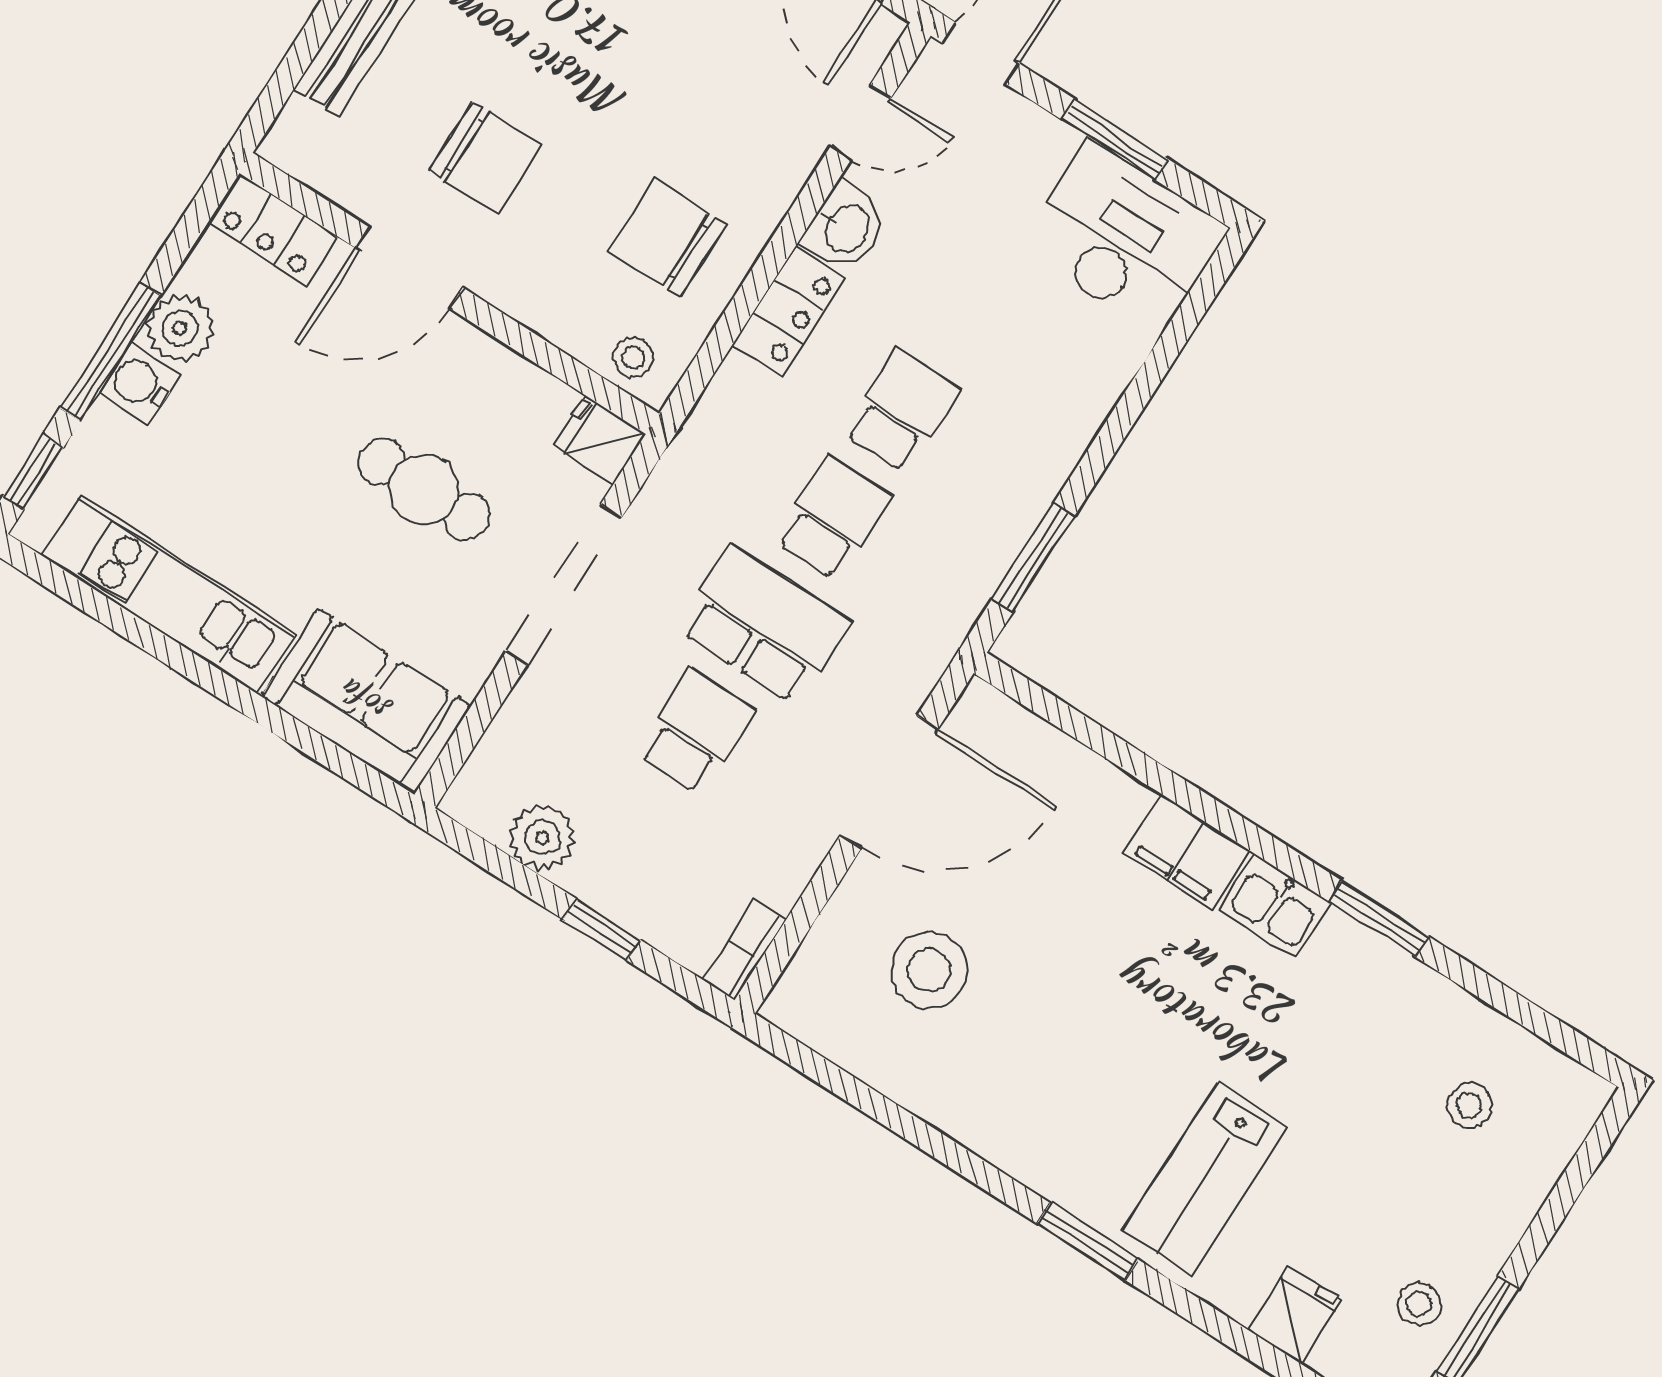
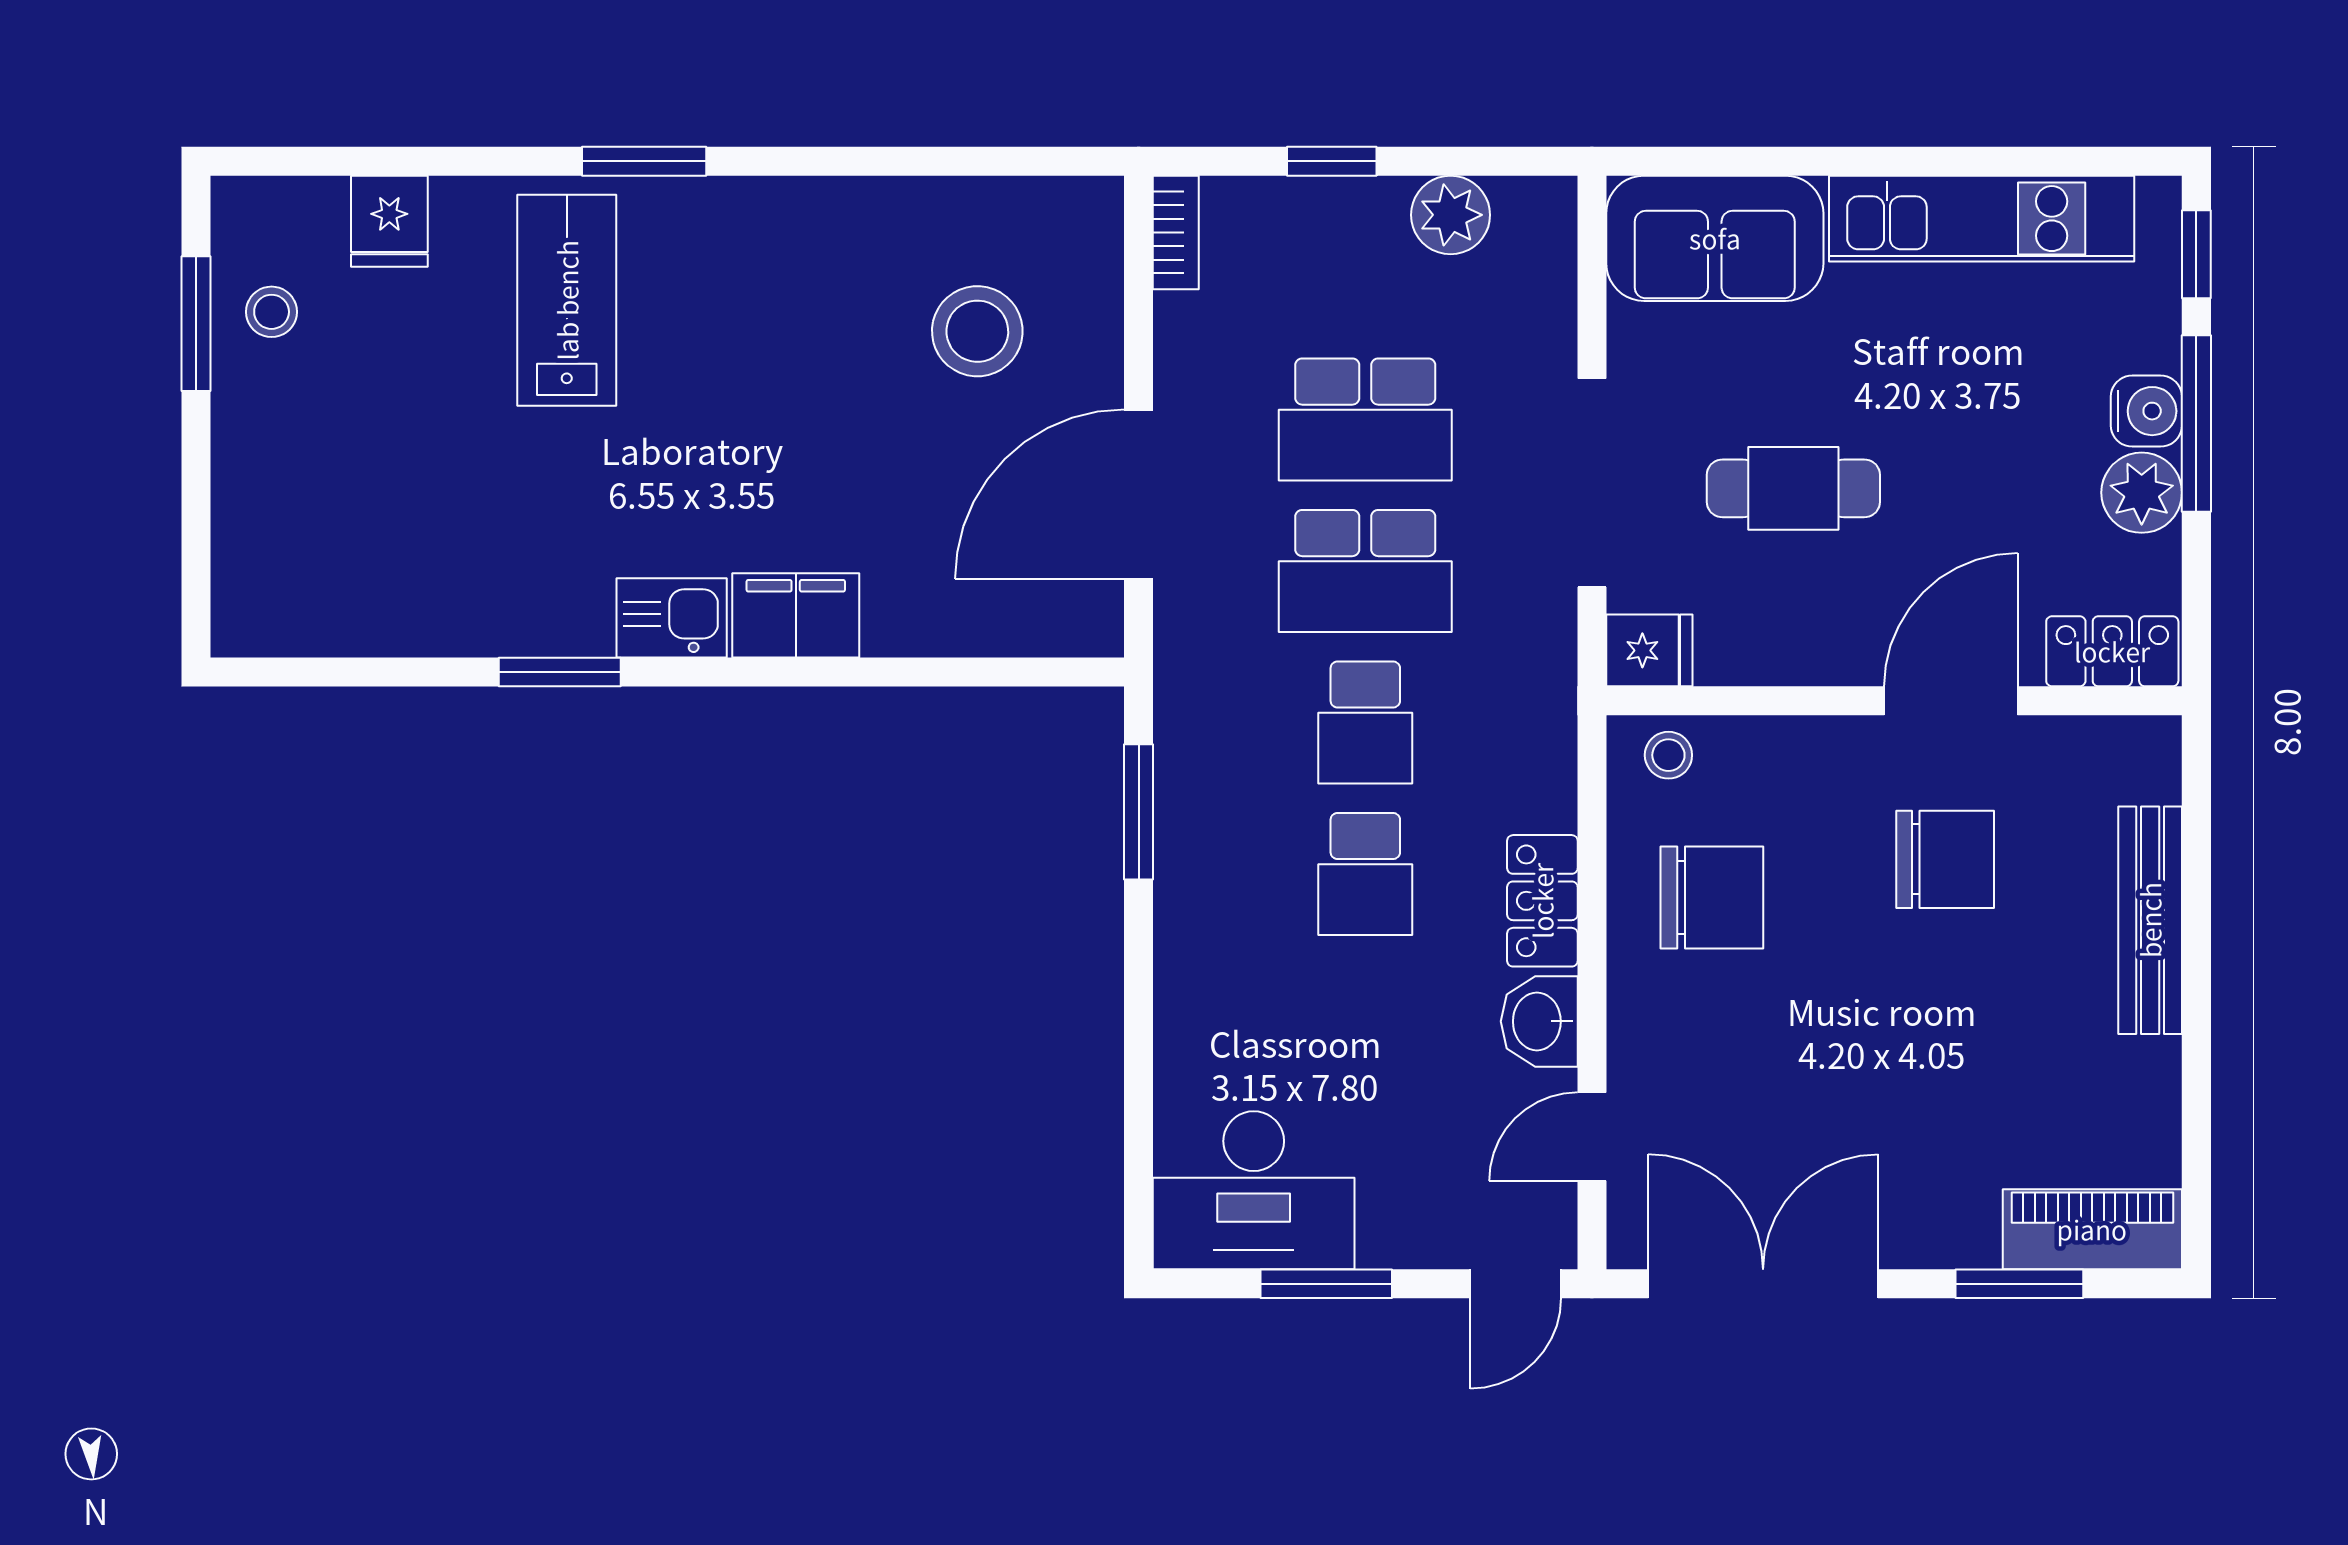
chair: (485, 158) -> (1945, 859), turned 180
school desk: (695, 732) -> (1365, 419), width x1.85
stool: (1469, 1105) -> (349, 543), removed

